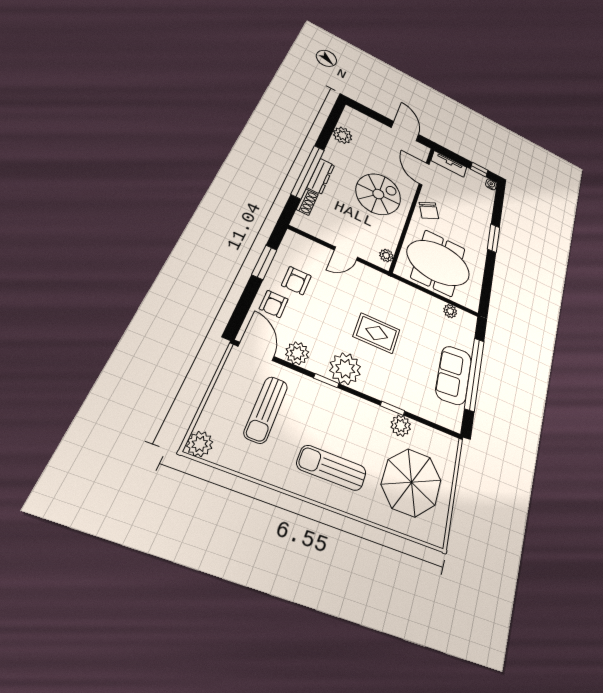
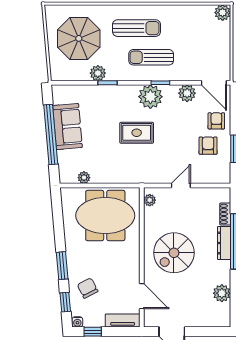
window: (498, 206) -> (65, 302), added
chair: (429, 210) -> (88, 288), moved
sun lounger: (266, 410) -> (151, 57), moved, turned -90

